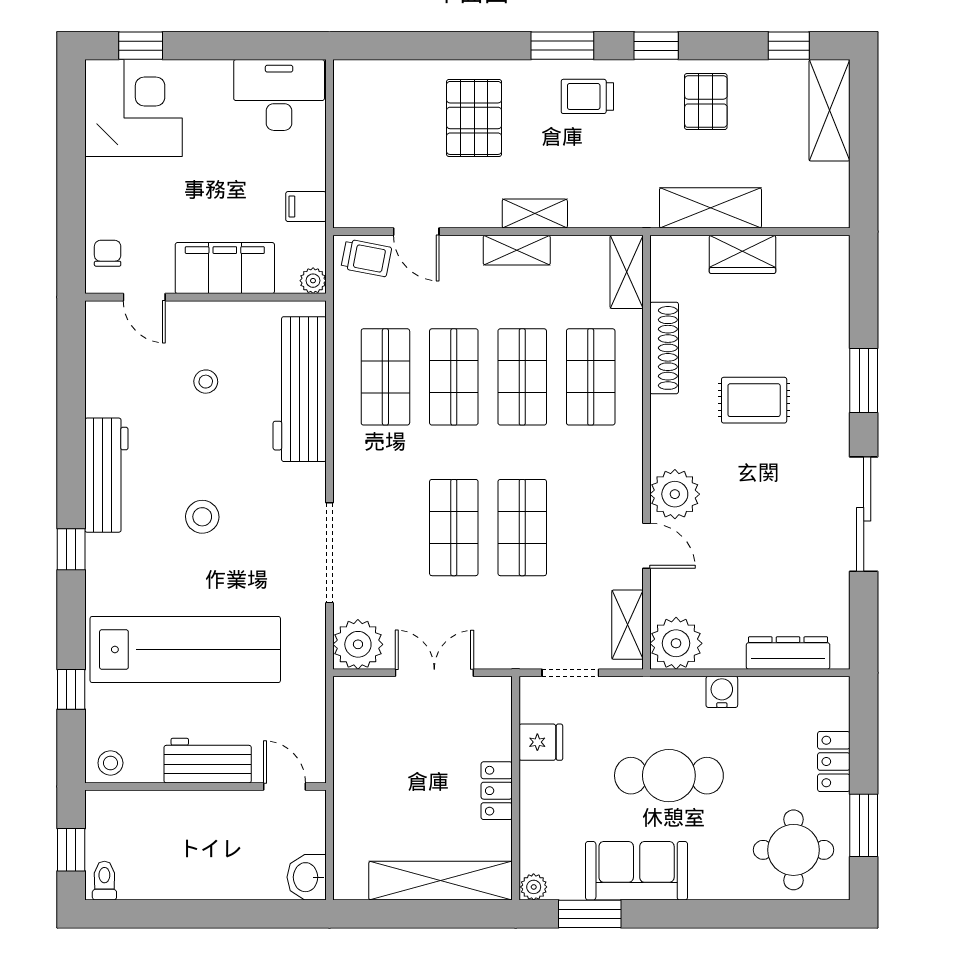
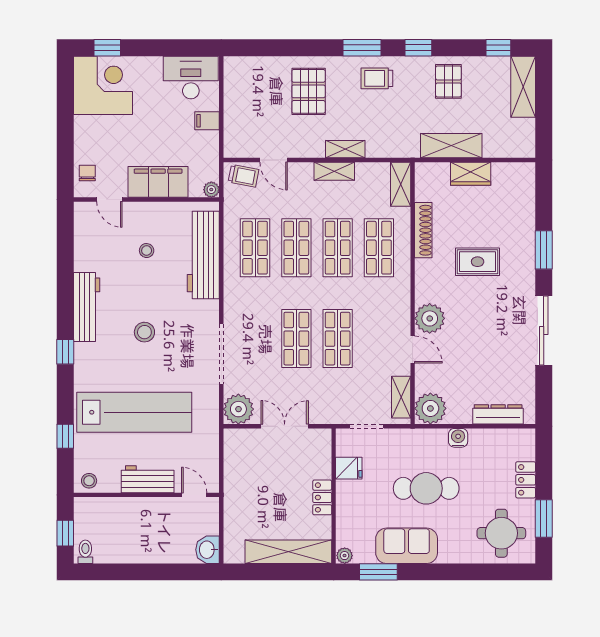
filing cabinet: (306, 207) -> (207, 121), moved

